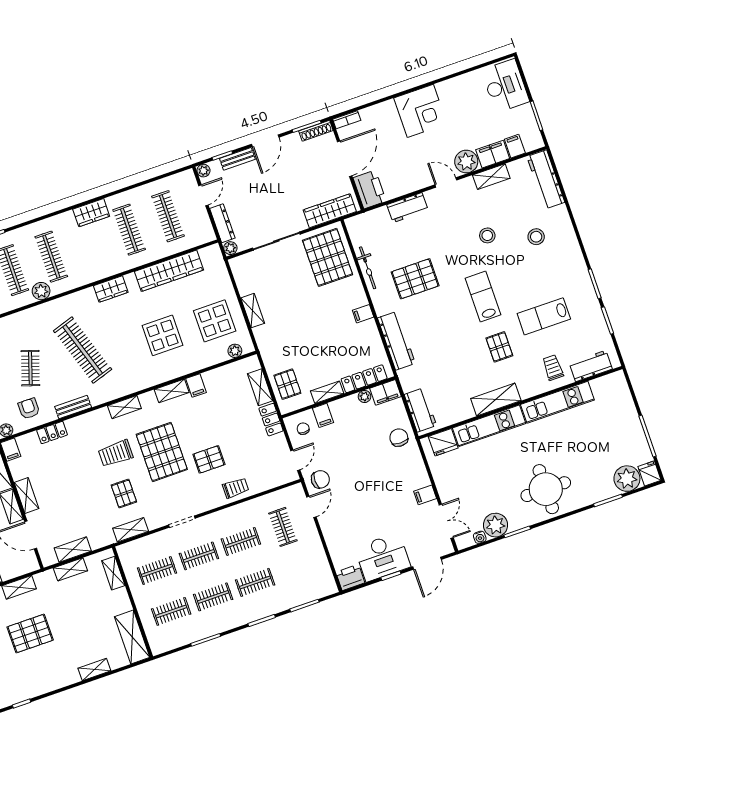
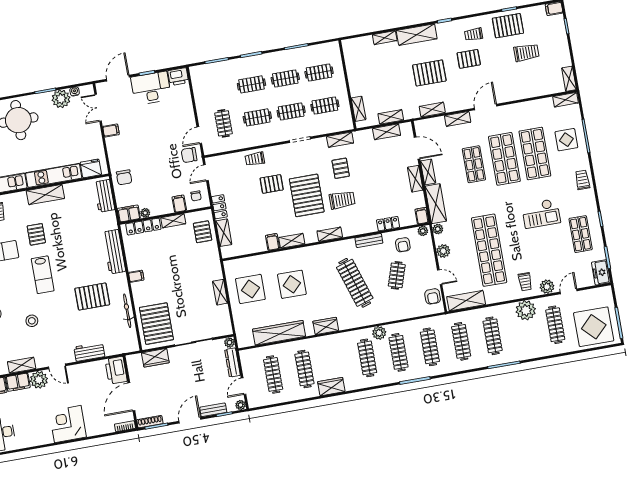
wardrobe: (330, 211) -> (155, 358), width x0.67
plant: (235, 351) -> (239, 264), removed
shelving: (132, 637) -> (417, 35), moved, turned 90

